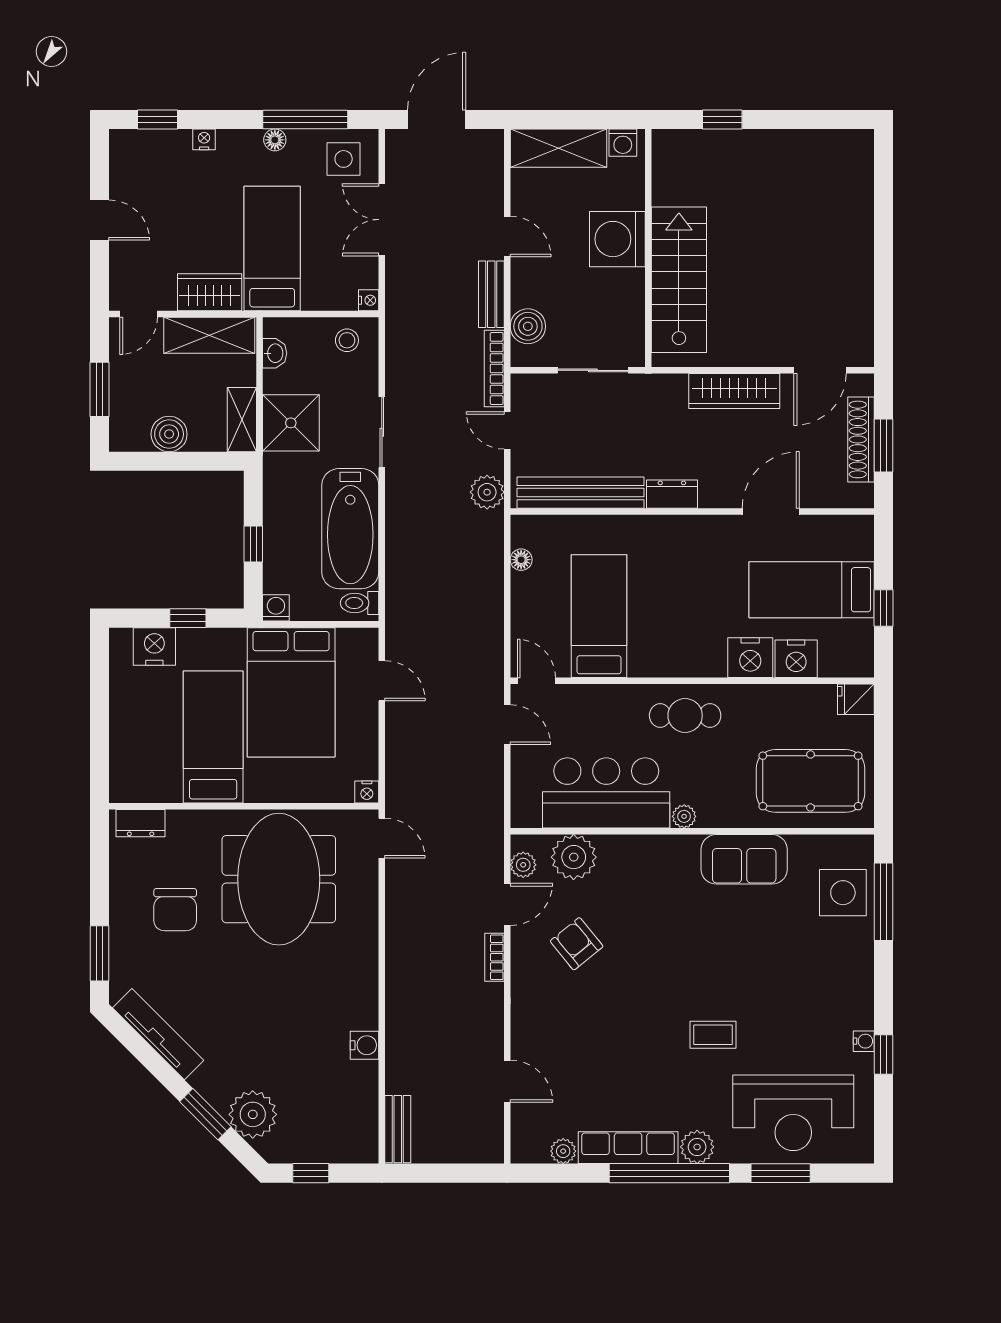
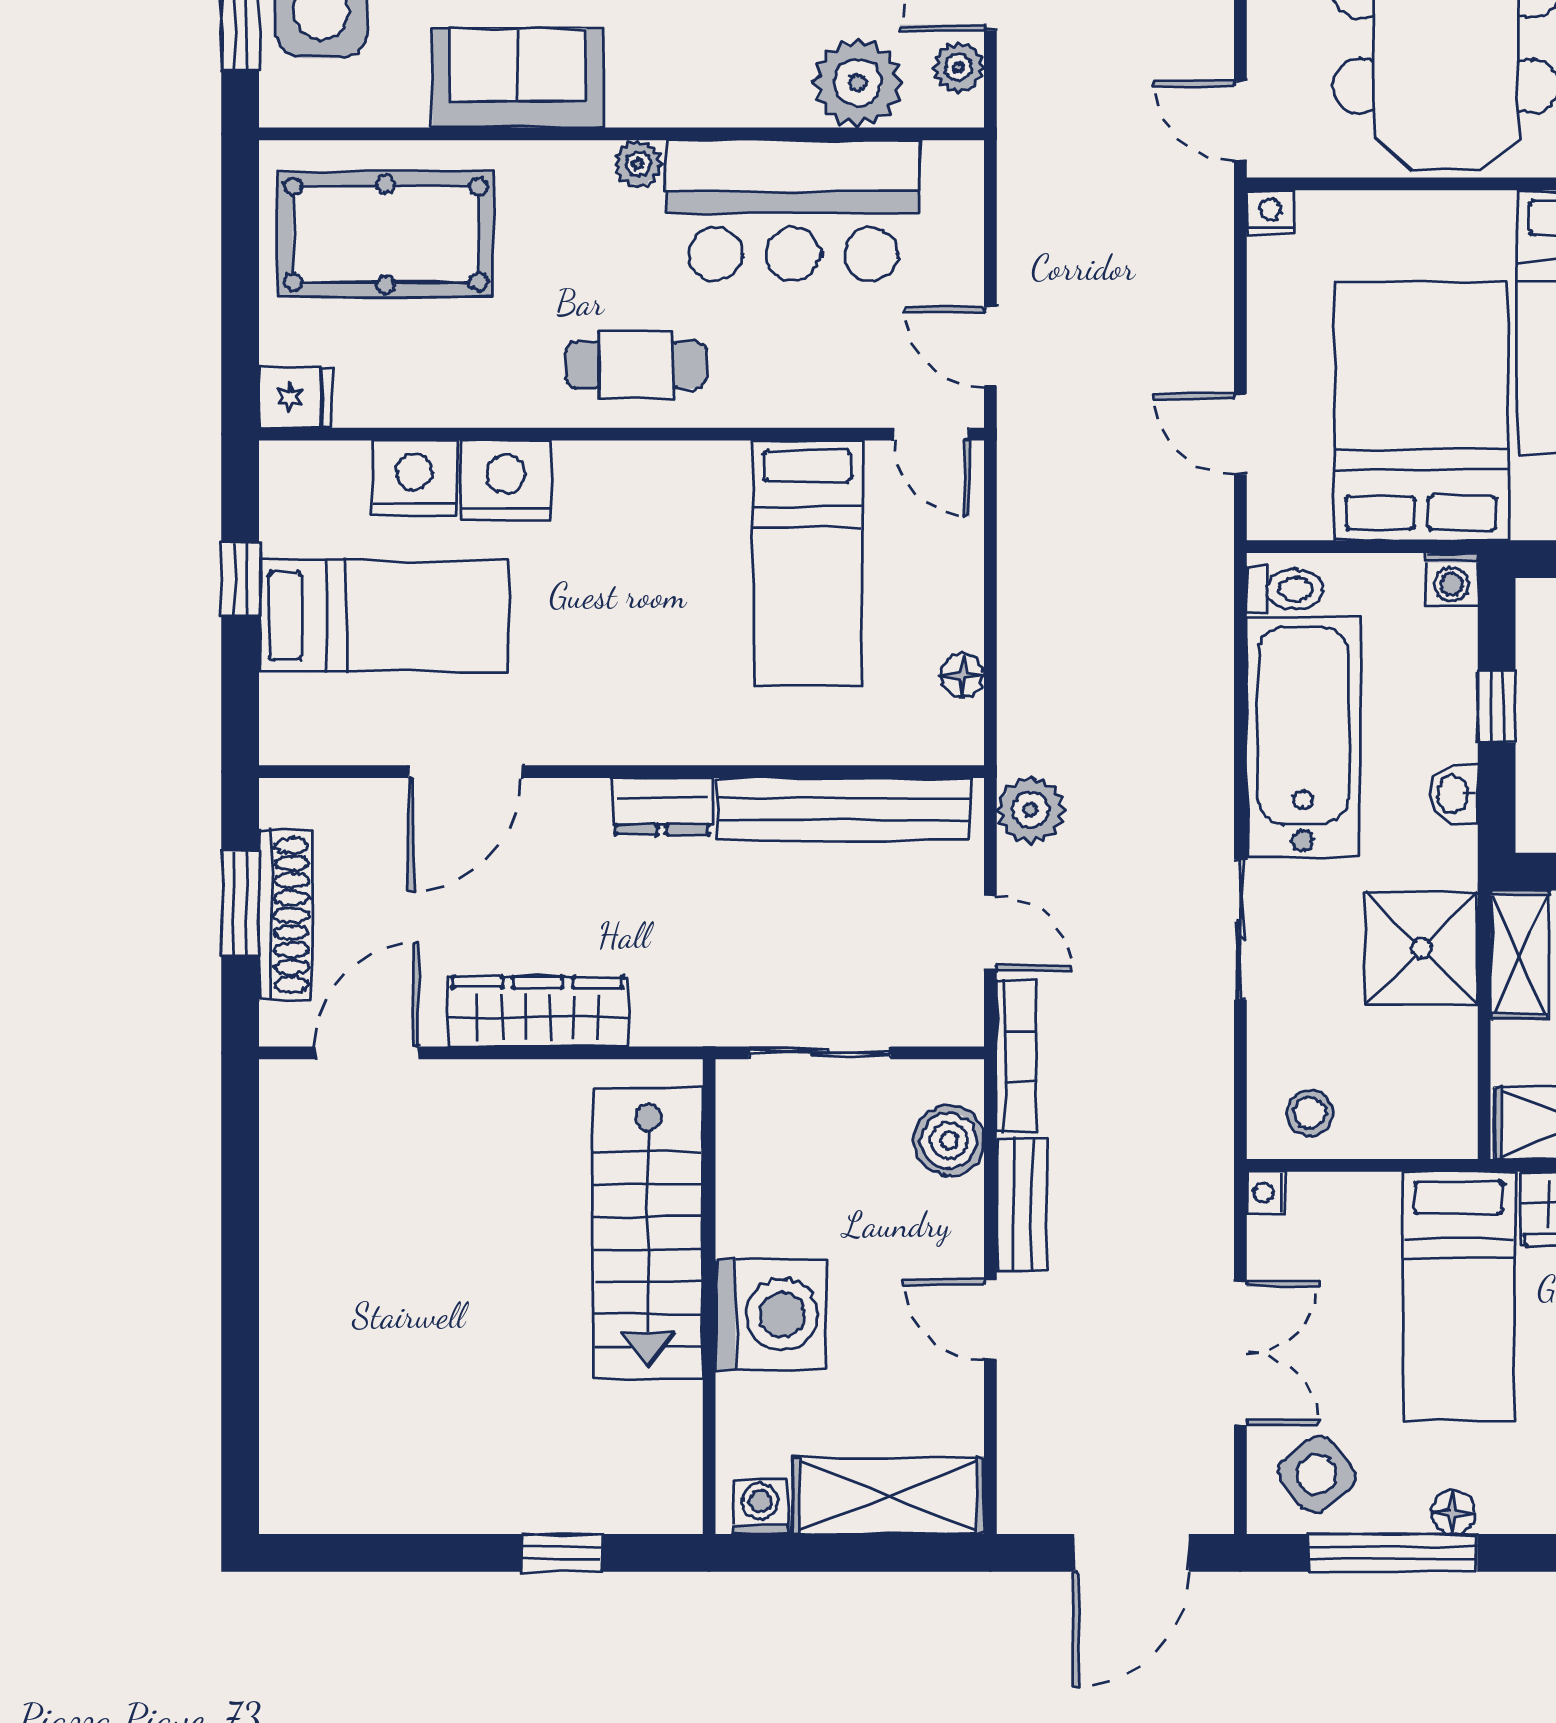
side table: (344, 159) -> (1317, 1474), turned -38
washbasin: (275, 353) -> (1454, 794), moved

